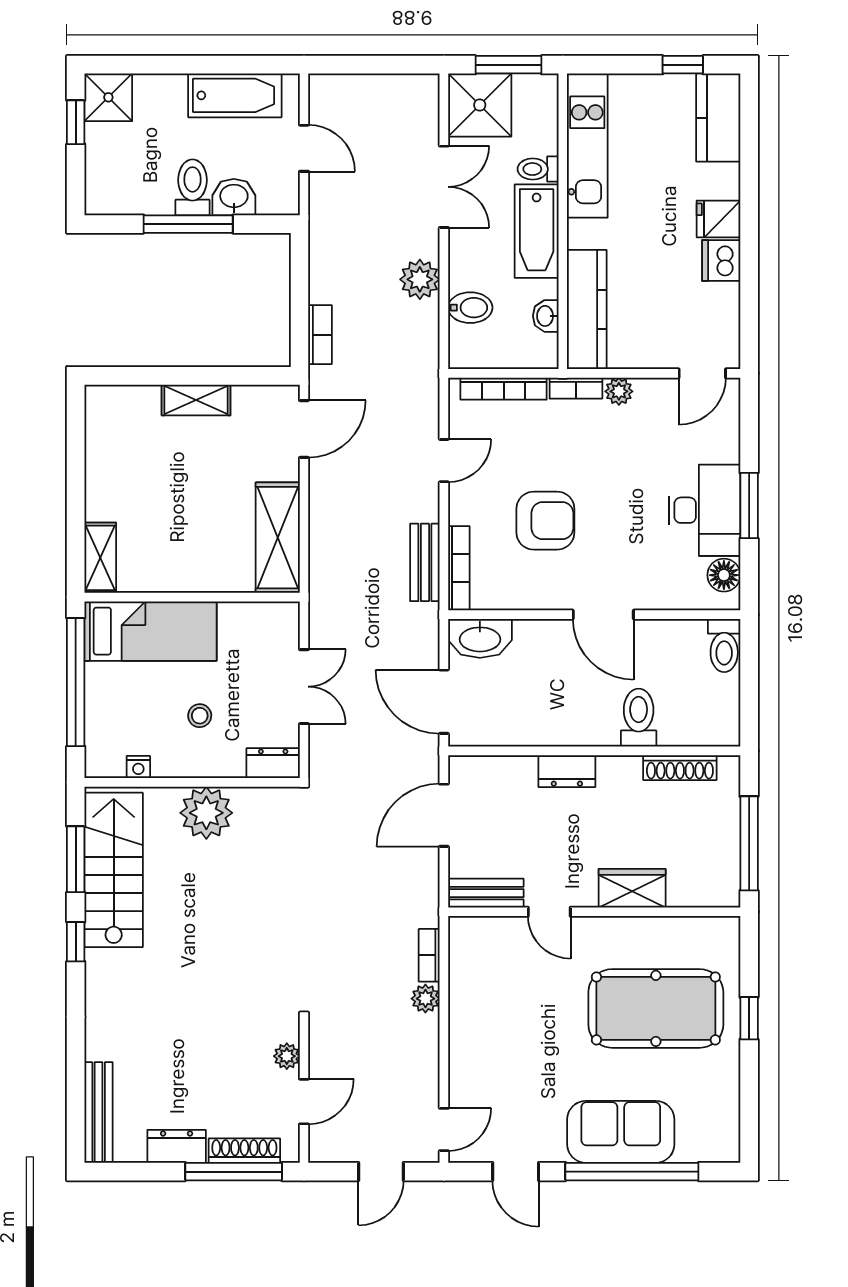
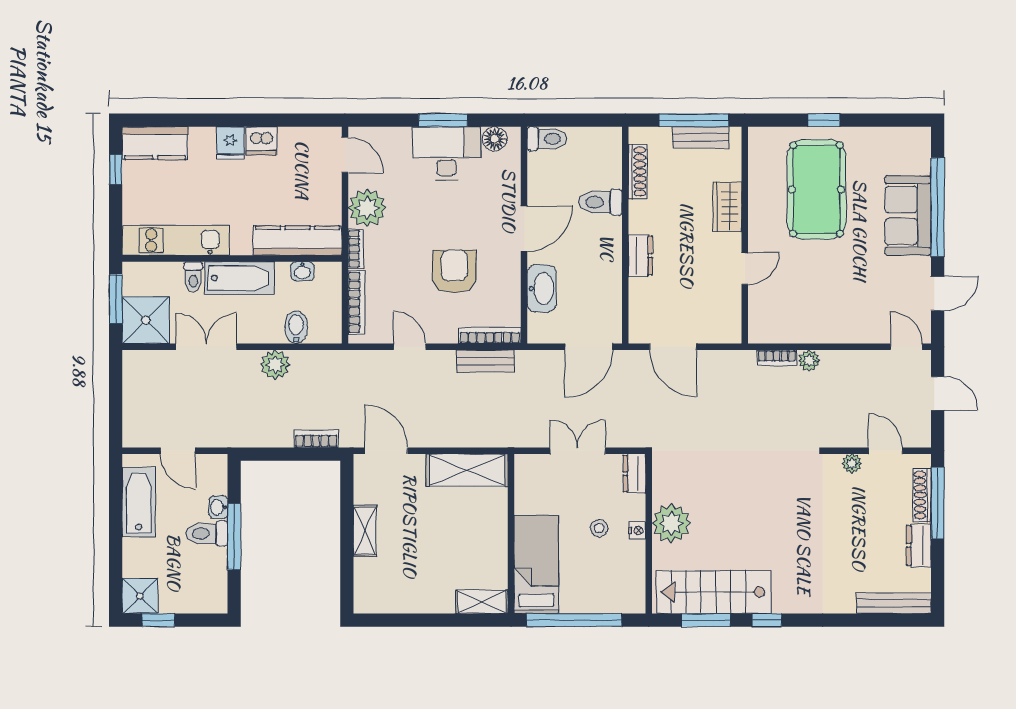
door: (304, 148) -> (178, 451), swing flipped
washbasin: (234, 197) -> (218, 507), width x0.72, depth x0.69
plant: (619, 391) -> (367, 208), width x1.88, depth x1.88
washbasin: (480, 638) -> (542, 289), moved
nightstand: (138, 767) -> (637, 530), moved
bench: (486, 893) -> (701, 137), moved, turned 90

